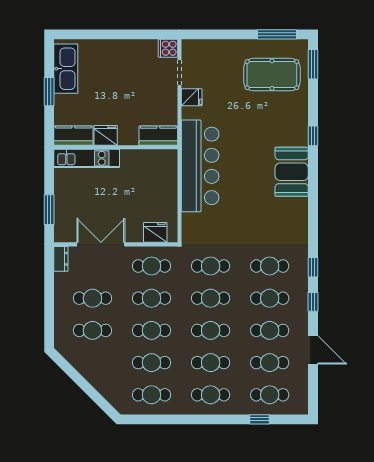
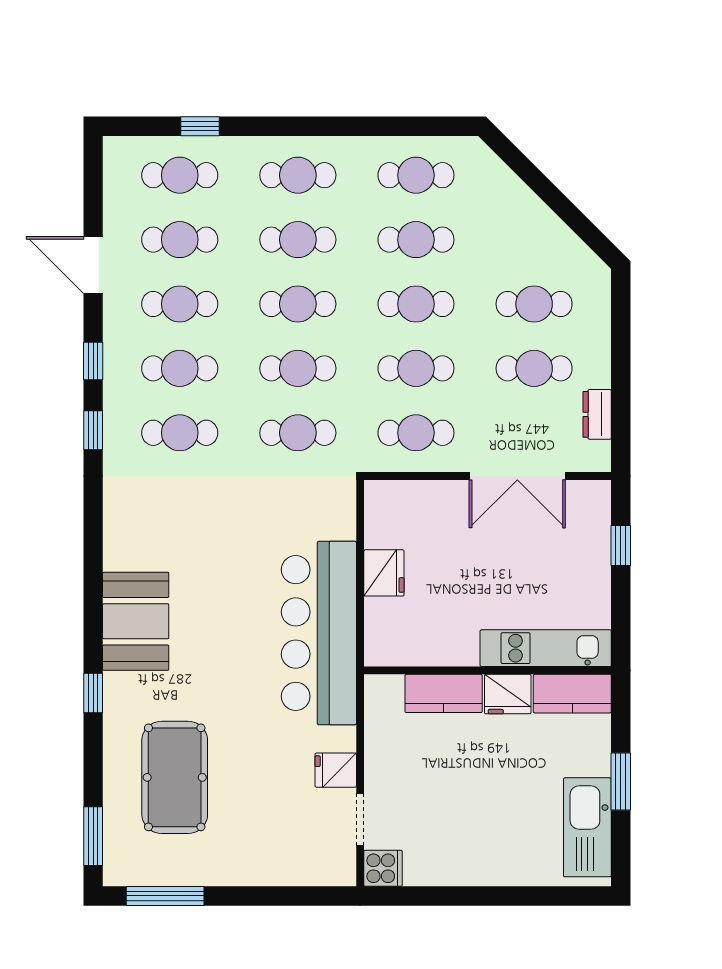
pool table: (272, 75) -> (175, 777), moved, turned 90
kitchen counter: (158, 136) -> (444, 693), moved
window: (49, 210) -> (621, 545), width x0.67
fridge: (155, 232) -> (384, 573), moved, turned -90
dresser: (61, 259) -> (597, 414), moved

